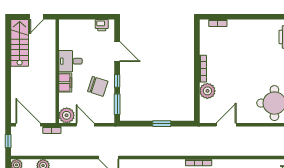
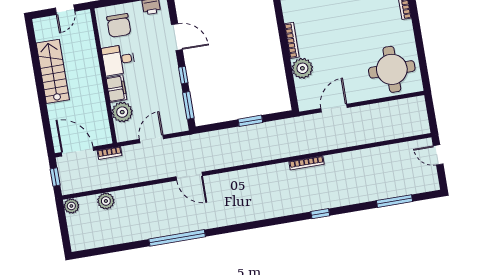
stairs: (20, 43) -> (53, 71), moved
chair: (98, 86) -> (119, 25), moved, turned 72
plant: (67, 115) -> (122, 112), moved
door: (85, 125) -> (151, 139), hinge flipped

